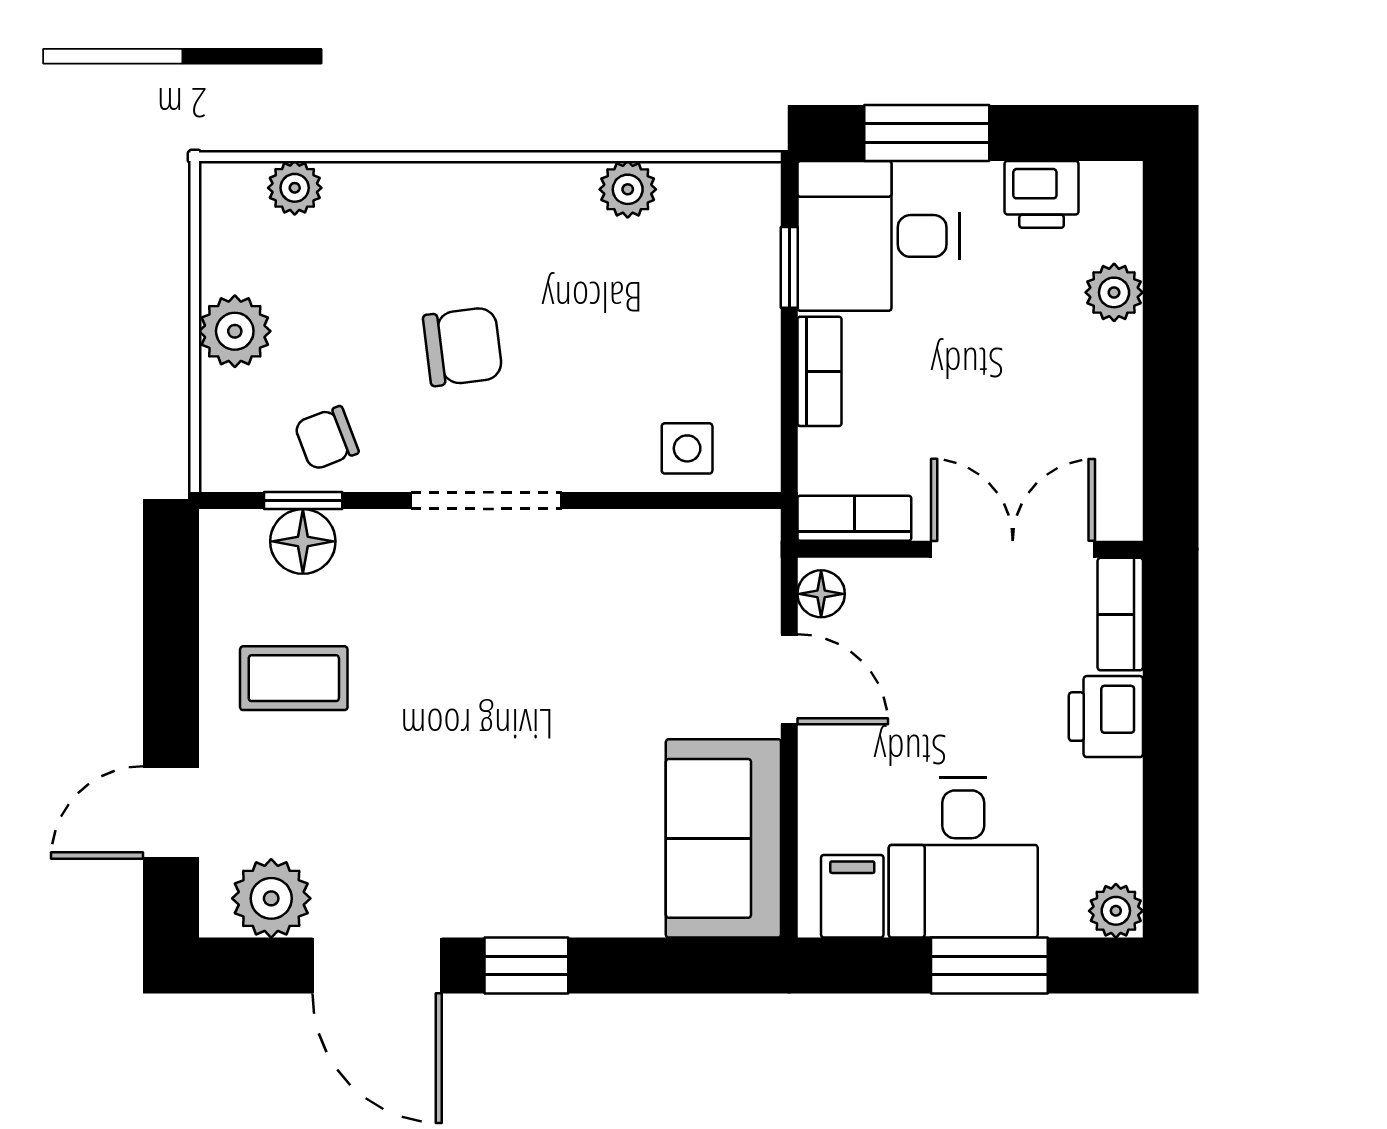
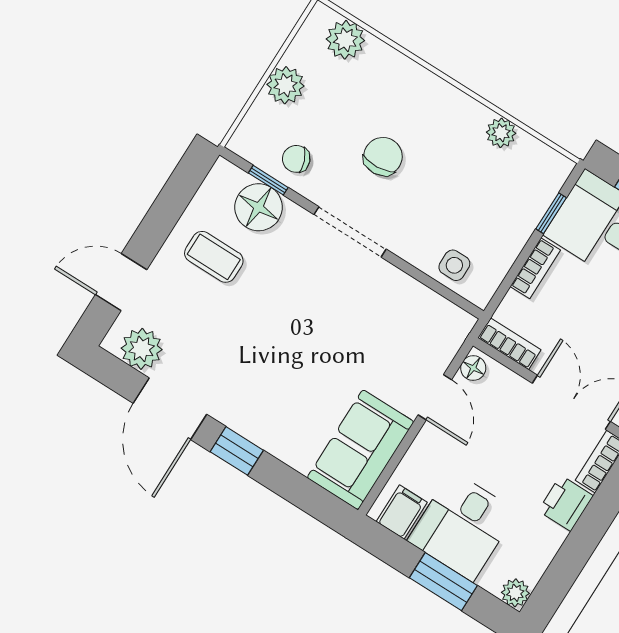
plant: (295, 188) -> (345, 40), width x1.38, depth x1.38
chair: (463, 347) -> (383, 156), turned -87
floor lamp: (303, 541) -> (259, 207), width x1.38, depth x1.38

